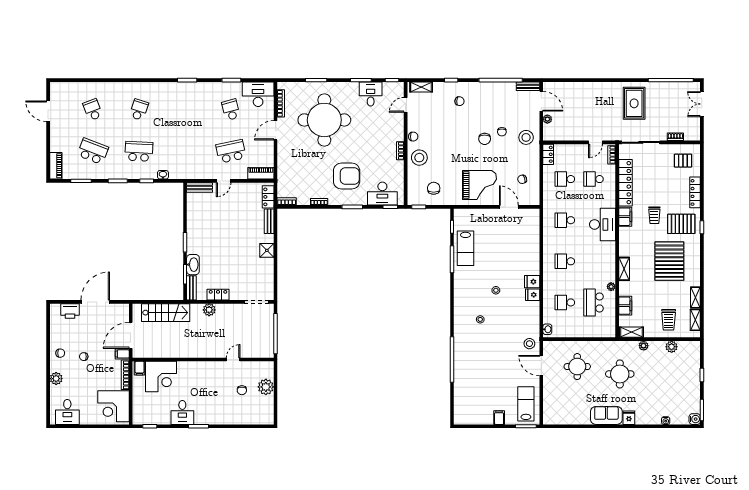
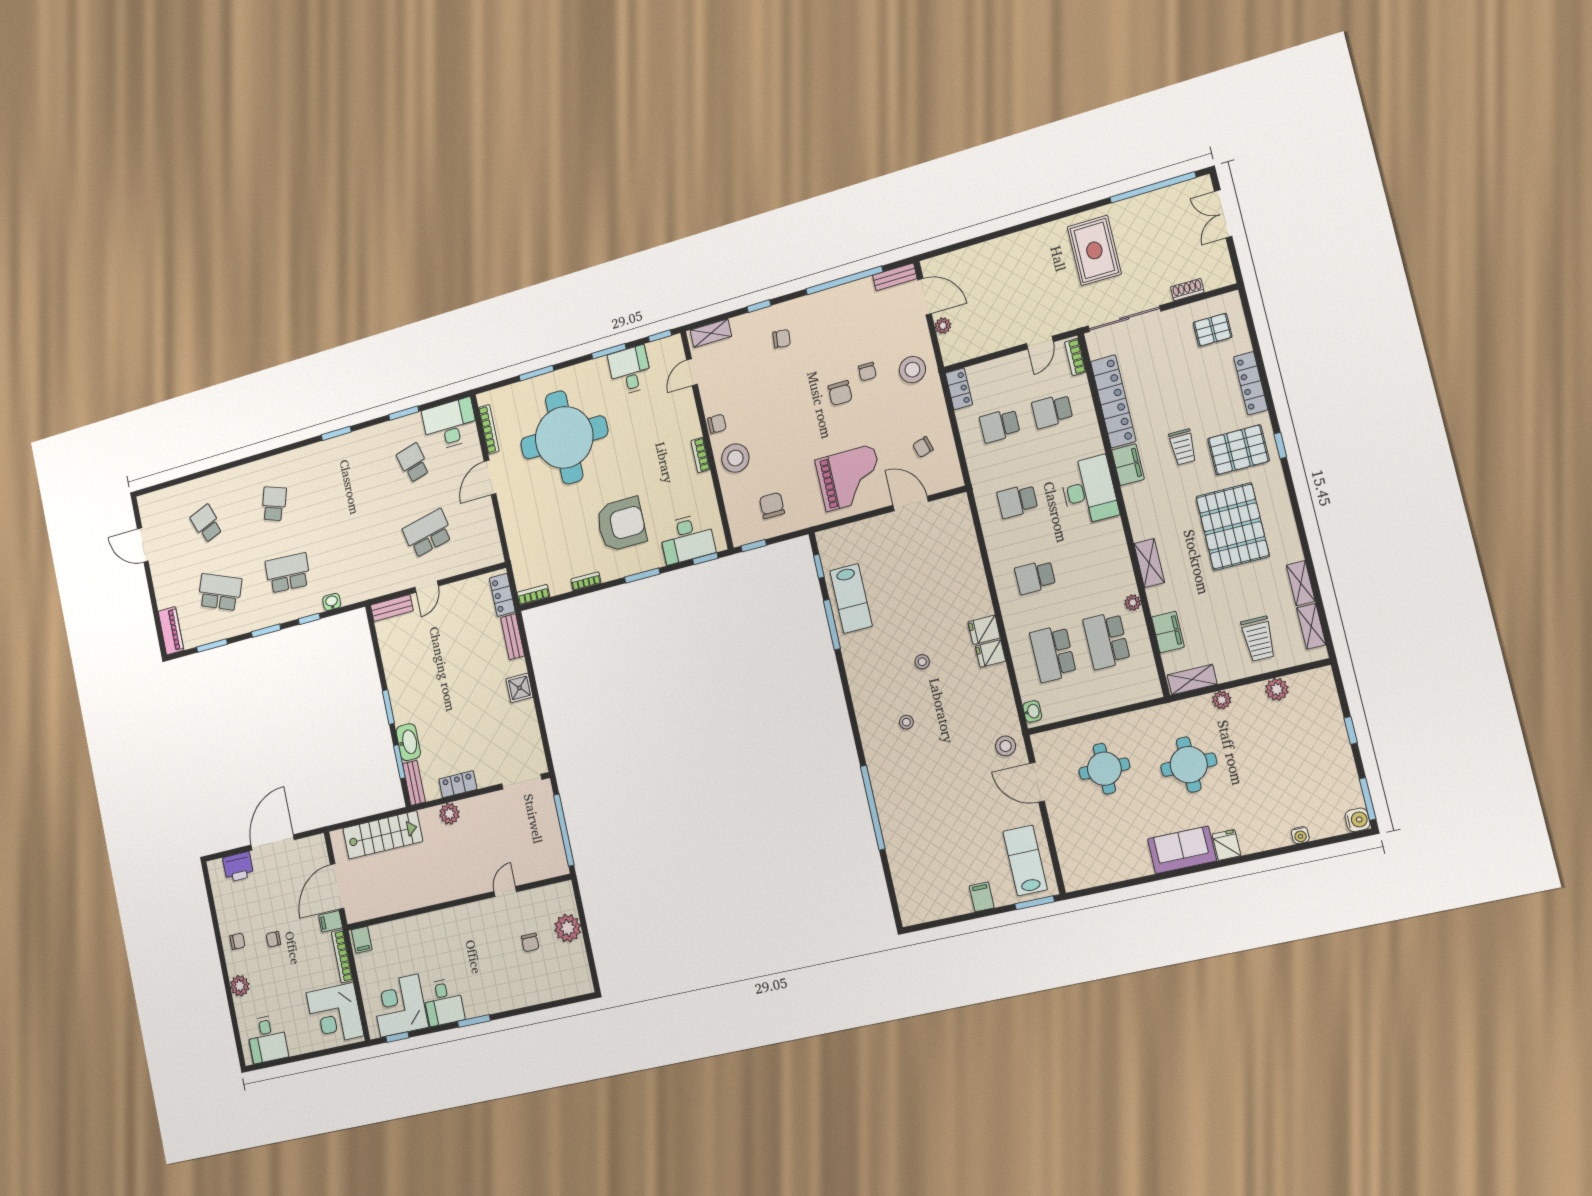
piano: (261, 173) -> (482, 558), removed
school desk: (565, 302) -> (1053, 654), width x1.85
corner desk: (161, 377) -> (399, 1006), moved, turned 180

